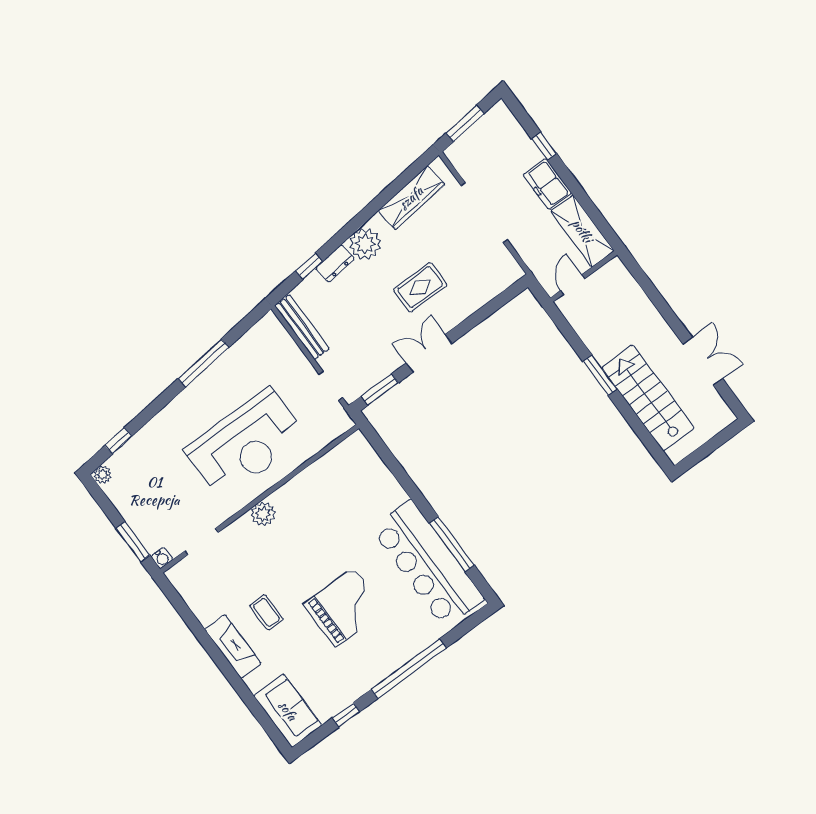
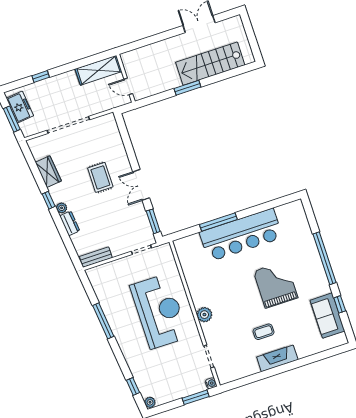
freezer: (547, 184) -> (20, 107), moved, turned -96
wardrobe: (411, 198) -> (48, 172), width x0.67
plant: (365, 244) -> (62, 208), width x0.53, depth x0.53
window: (309, 266) -> (49, 200), moved
bench: (302, 327) -> (96, 257), width x0.73
window: (452, 544) -> (218, 222), moved
bar counter: (428, 564) -> (241, 235), moved
sofa: (288, 711) -> (327, 316), moved, turned -90

